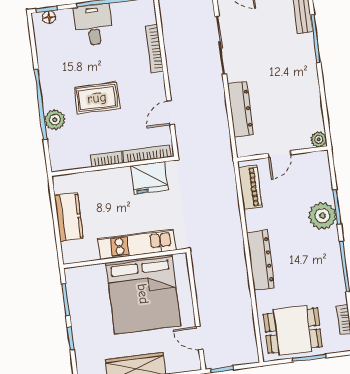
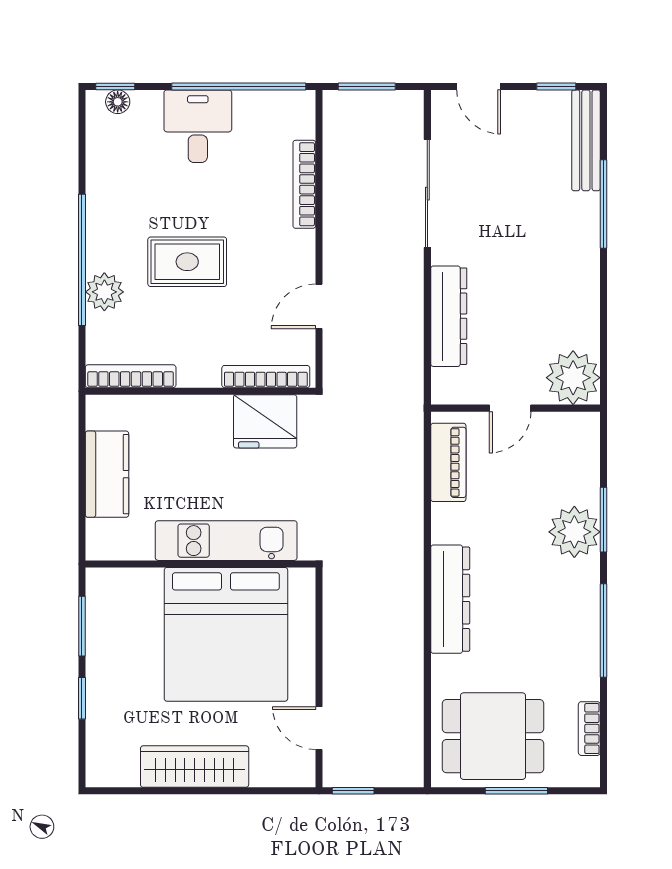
plant: (319, 139) -> (573, 378), width x1.87, depth x1.87
bookcase: (107, 159) -> (131, 376), moved, width x1.56

